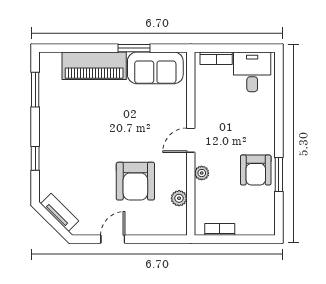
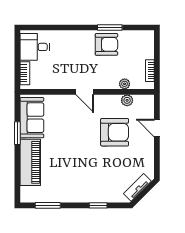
plant: (202, 173) -> (125, 84), moved
door: (113, 239) -> (157, 128), moved

